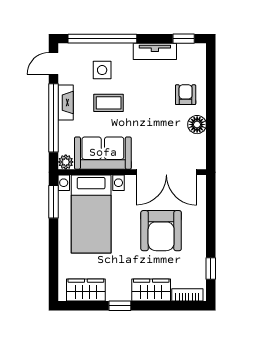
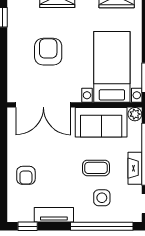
floor lamp: (197, 125) -> (15, 148), removed
double door: (166, 172) -> (43, 105), swing flipped
armchair: (161, 231) -> (48, 52), width x0.73, depth x0.73

